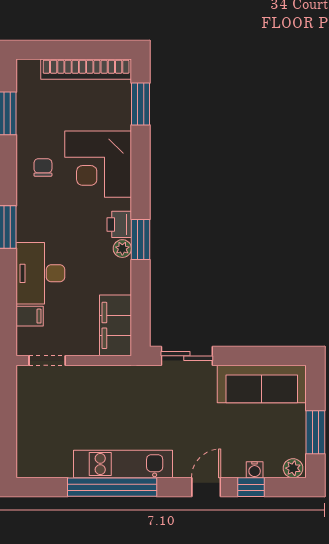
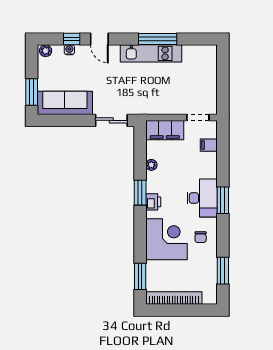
plant: (122, 249) -> (151, 165), moved
desk: (40, 273) -> (202, 198), moved
filing cabinet: (115, 325) -> (165, 130), moved, turned 90
window: (315, 432) -> (32, 92), moved
window: (112, 487) -> (158, 39), width x0.68
door: (206, 487) -> (99, 39), hinge flipped

